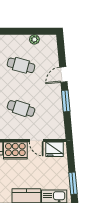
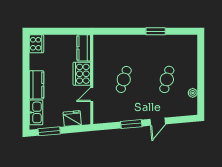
door: (63, 75) -> (158, 122), swing flipped
fridge: (54, 149) -> (72, 119), moved, turned 85

